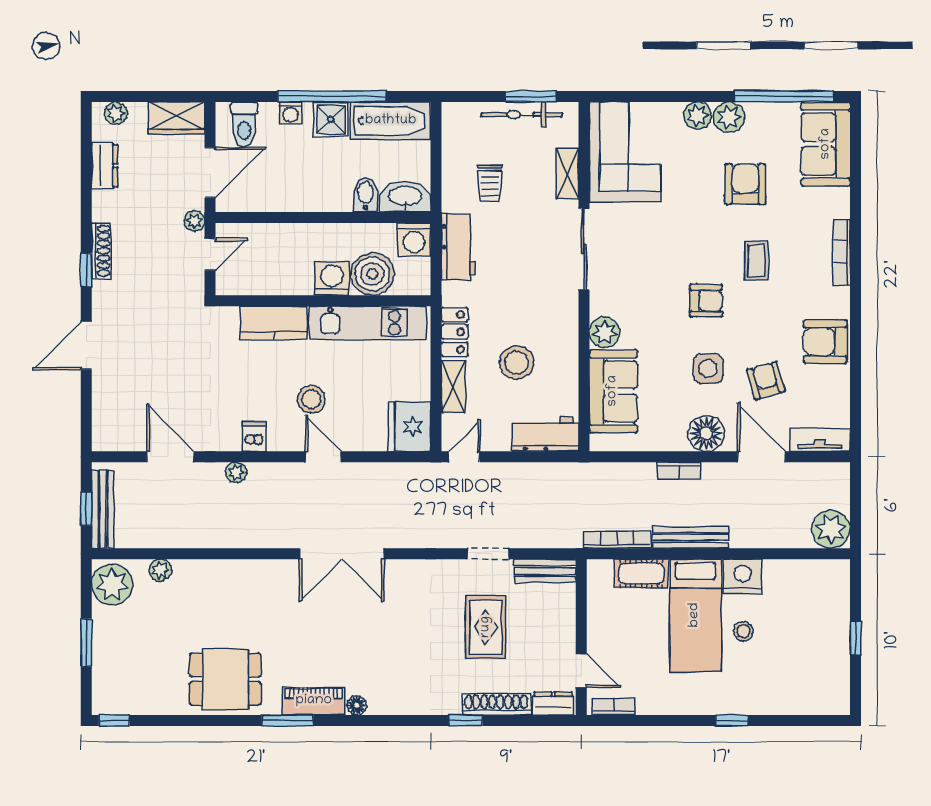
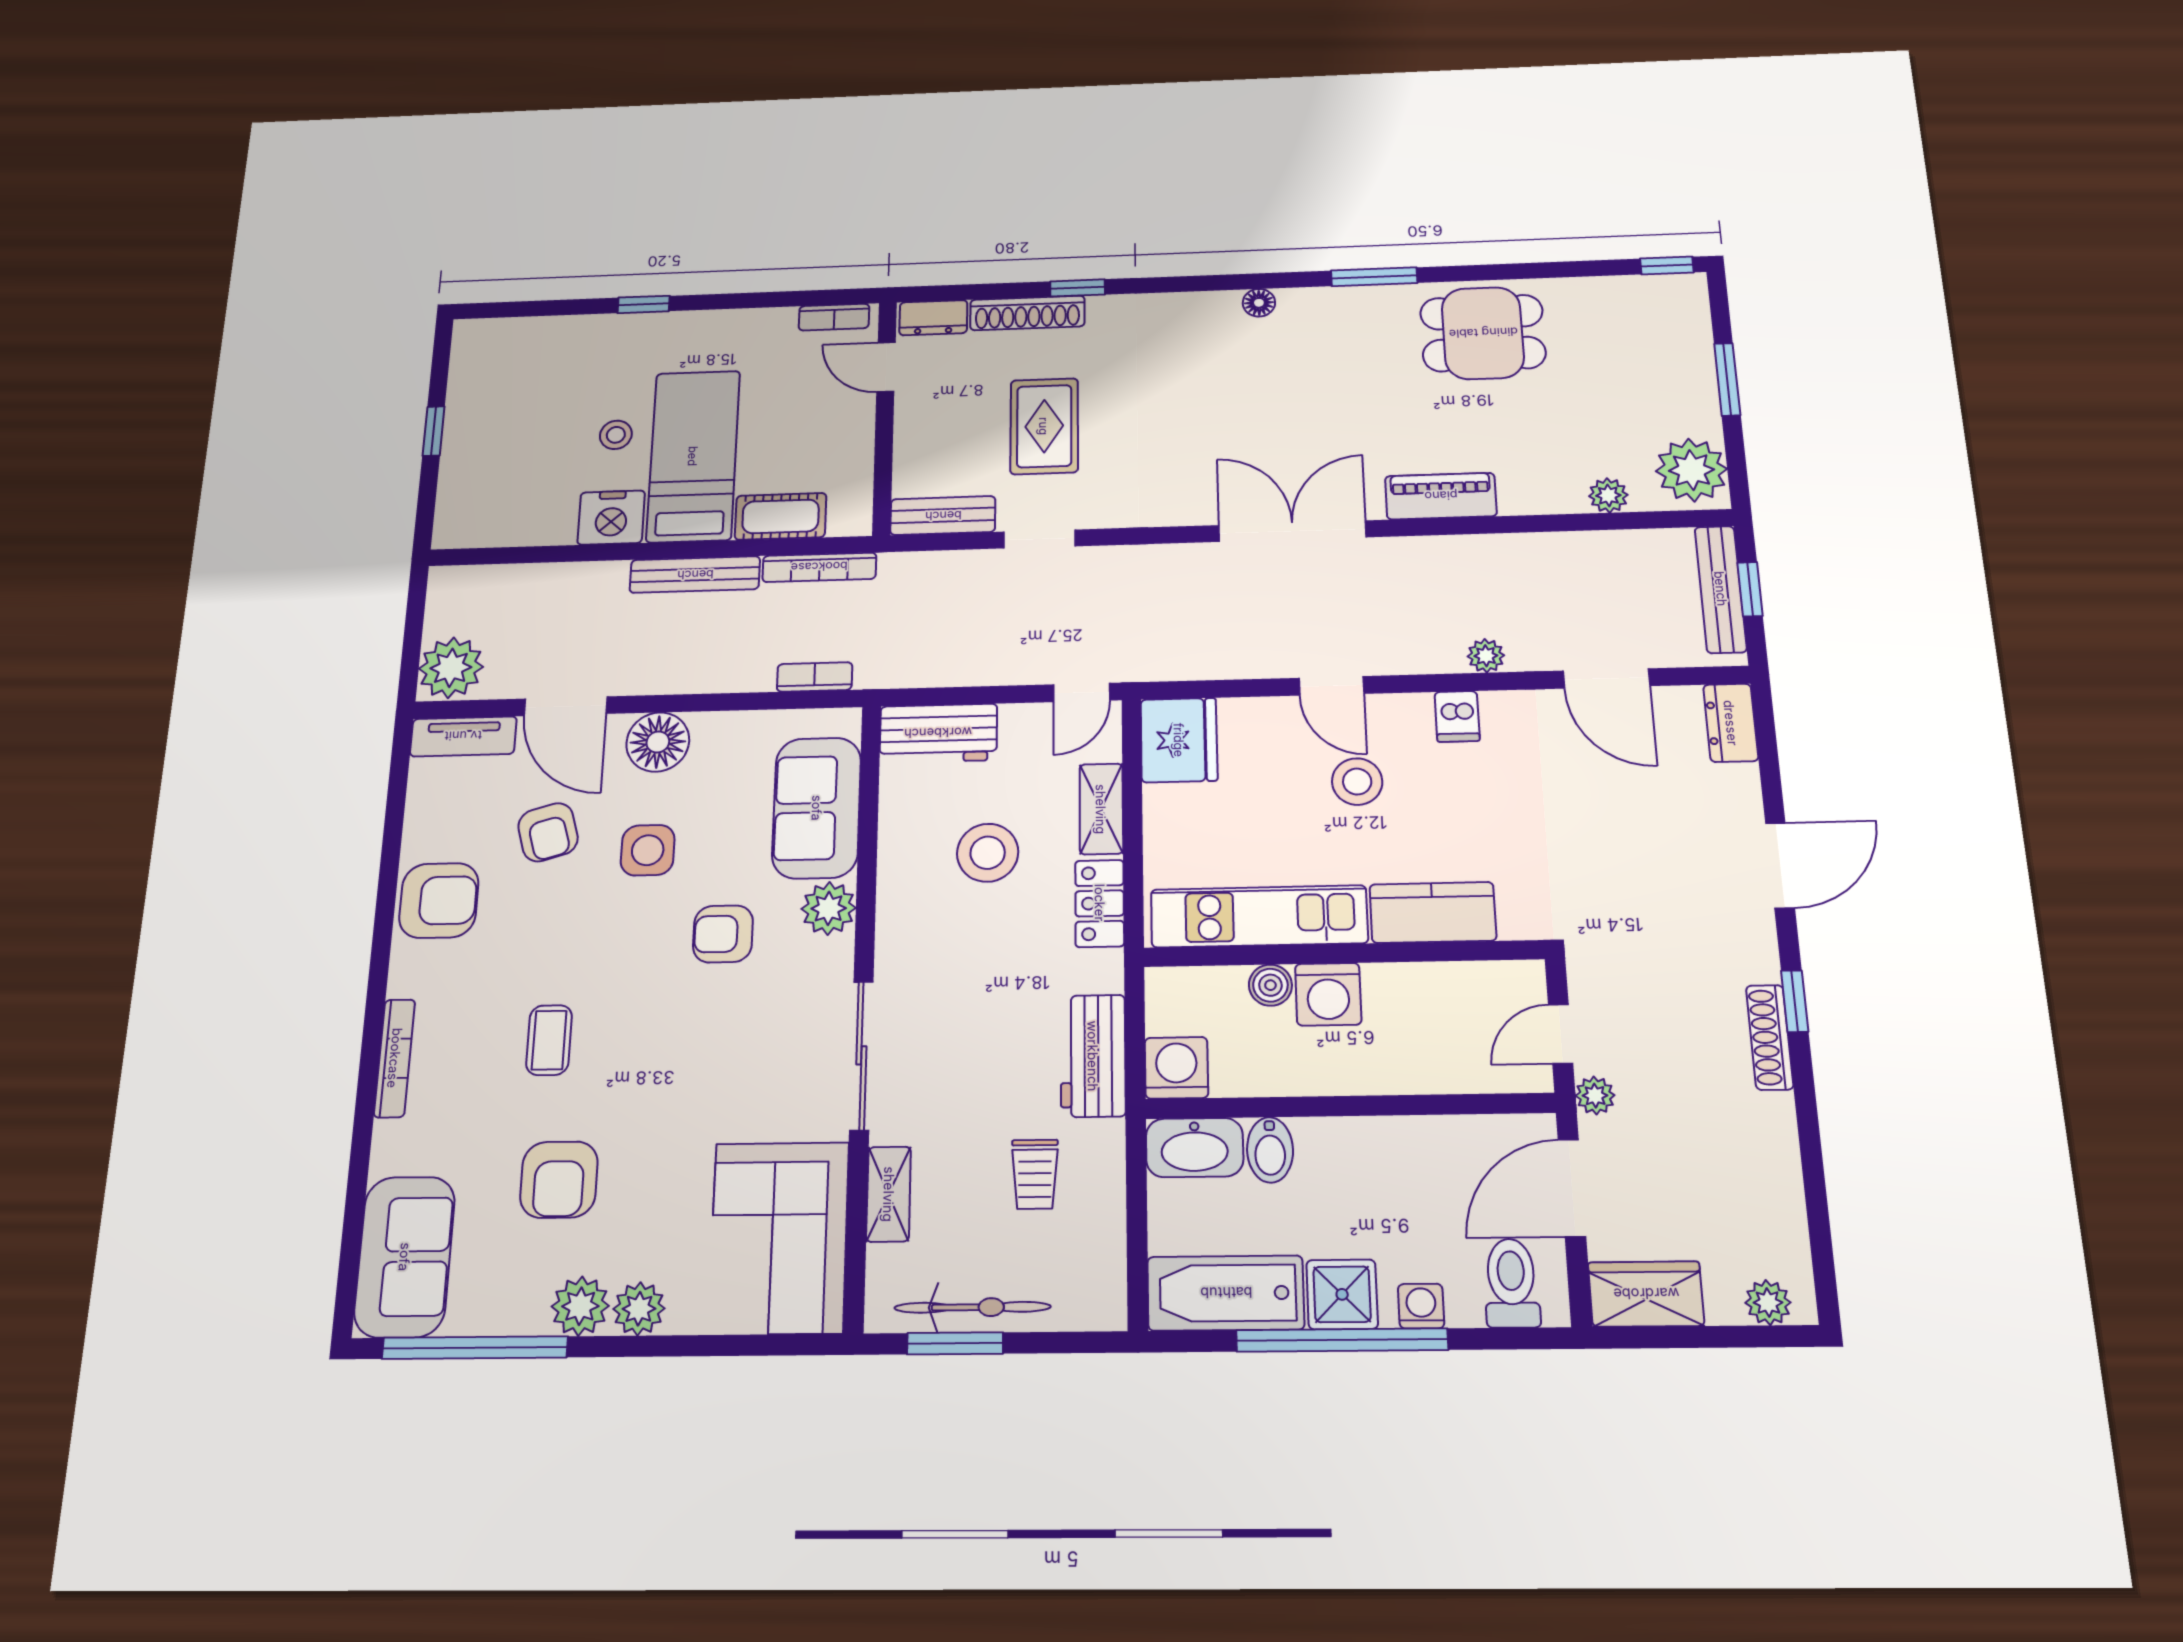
dresser: (105, 166) -> (1731, 723), moved
trolley: (490, 184) -> (1035, 1174), turned 180
boiler: (372, 274) -> (1270, 985), width x0.54, depth x0.54
armchair: (706, 301) -> (723, 934), moved
bookcase: (679, 471) -> (815, 677), moved
plant: (831, 529) -> (451, 668), moved
piano: (314, 701) -> (1441, 496), moved, turned 180

